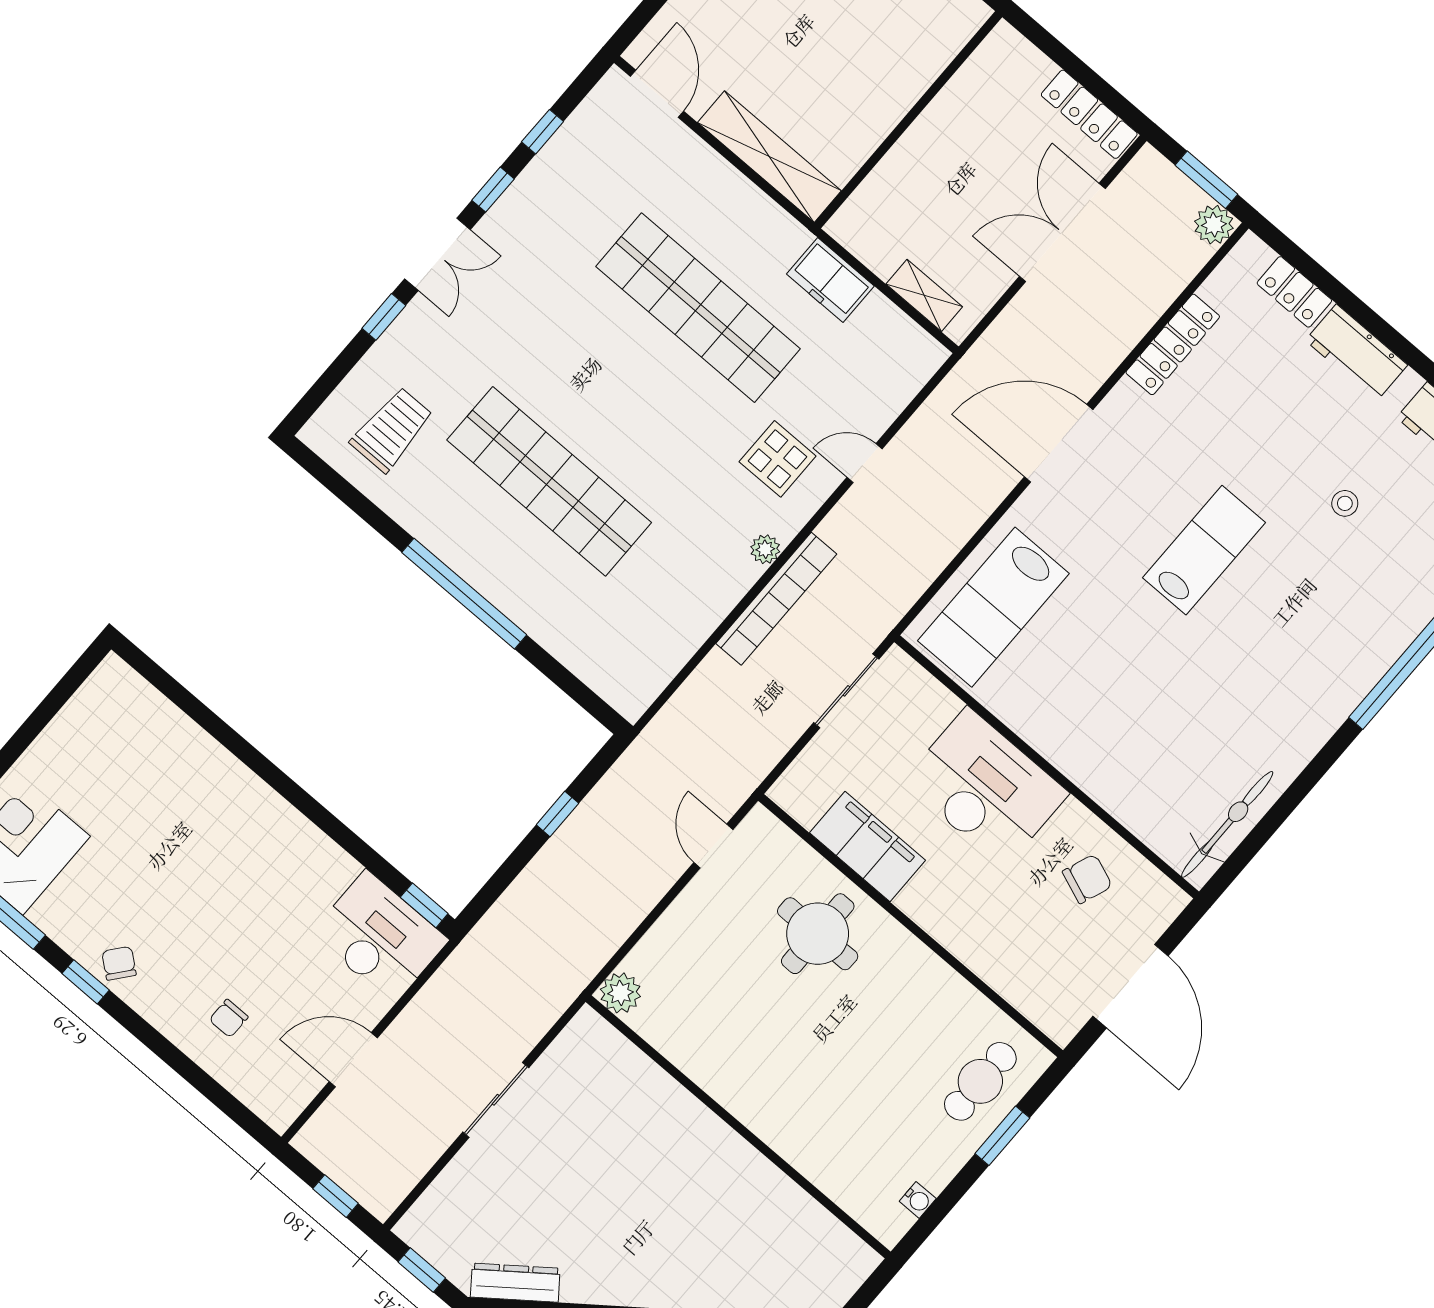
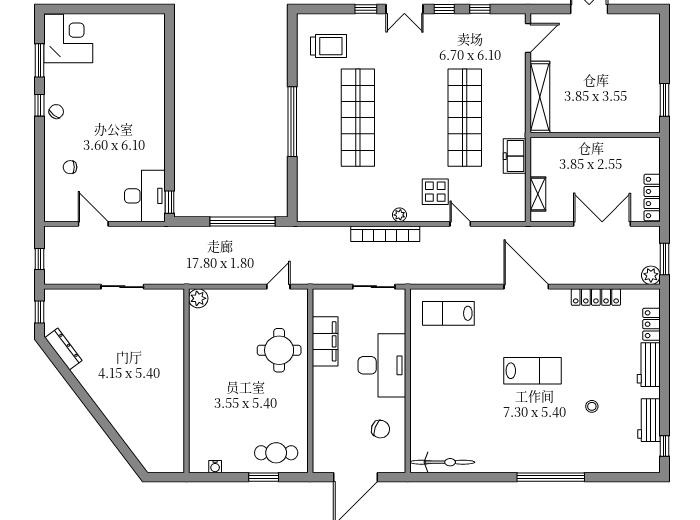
lab bench: (993, 607) -> (448, 313), width x0.73, depth x0.72
window: (557, 814) -> (242, 222), width x3.17

